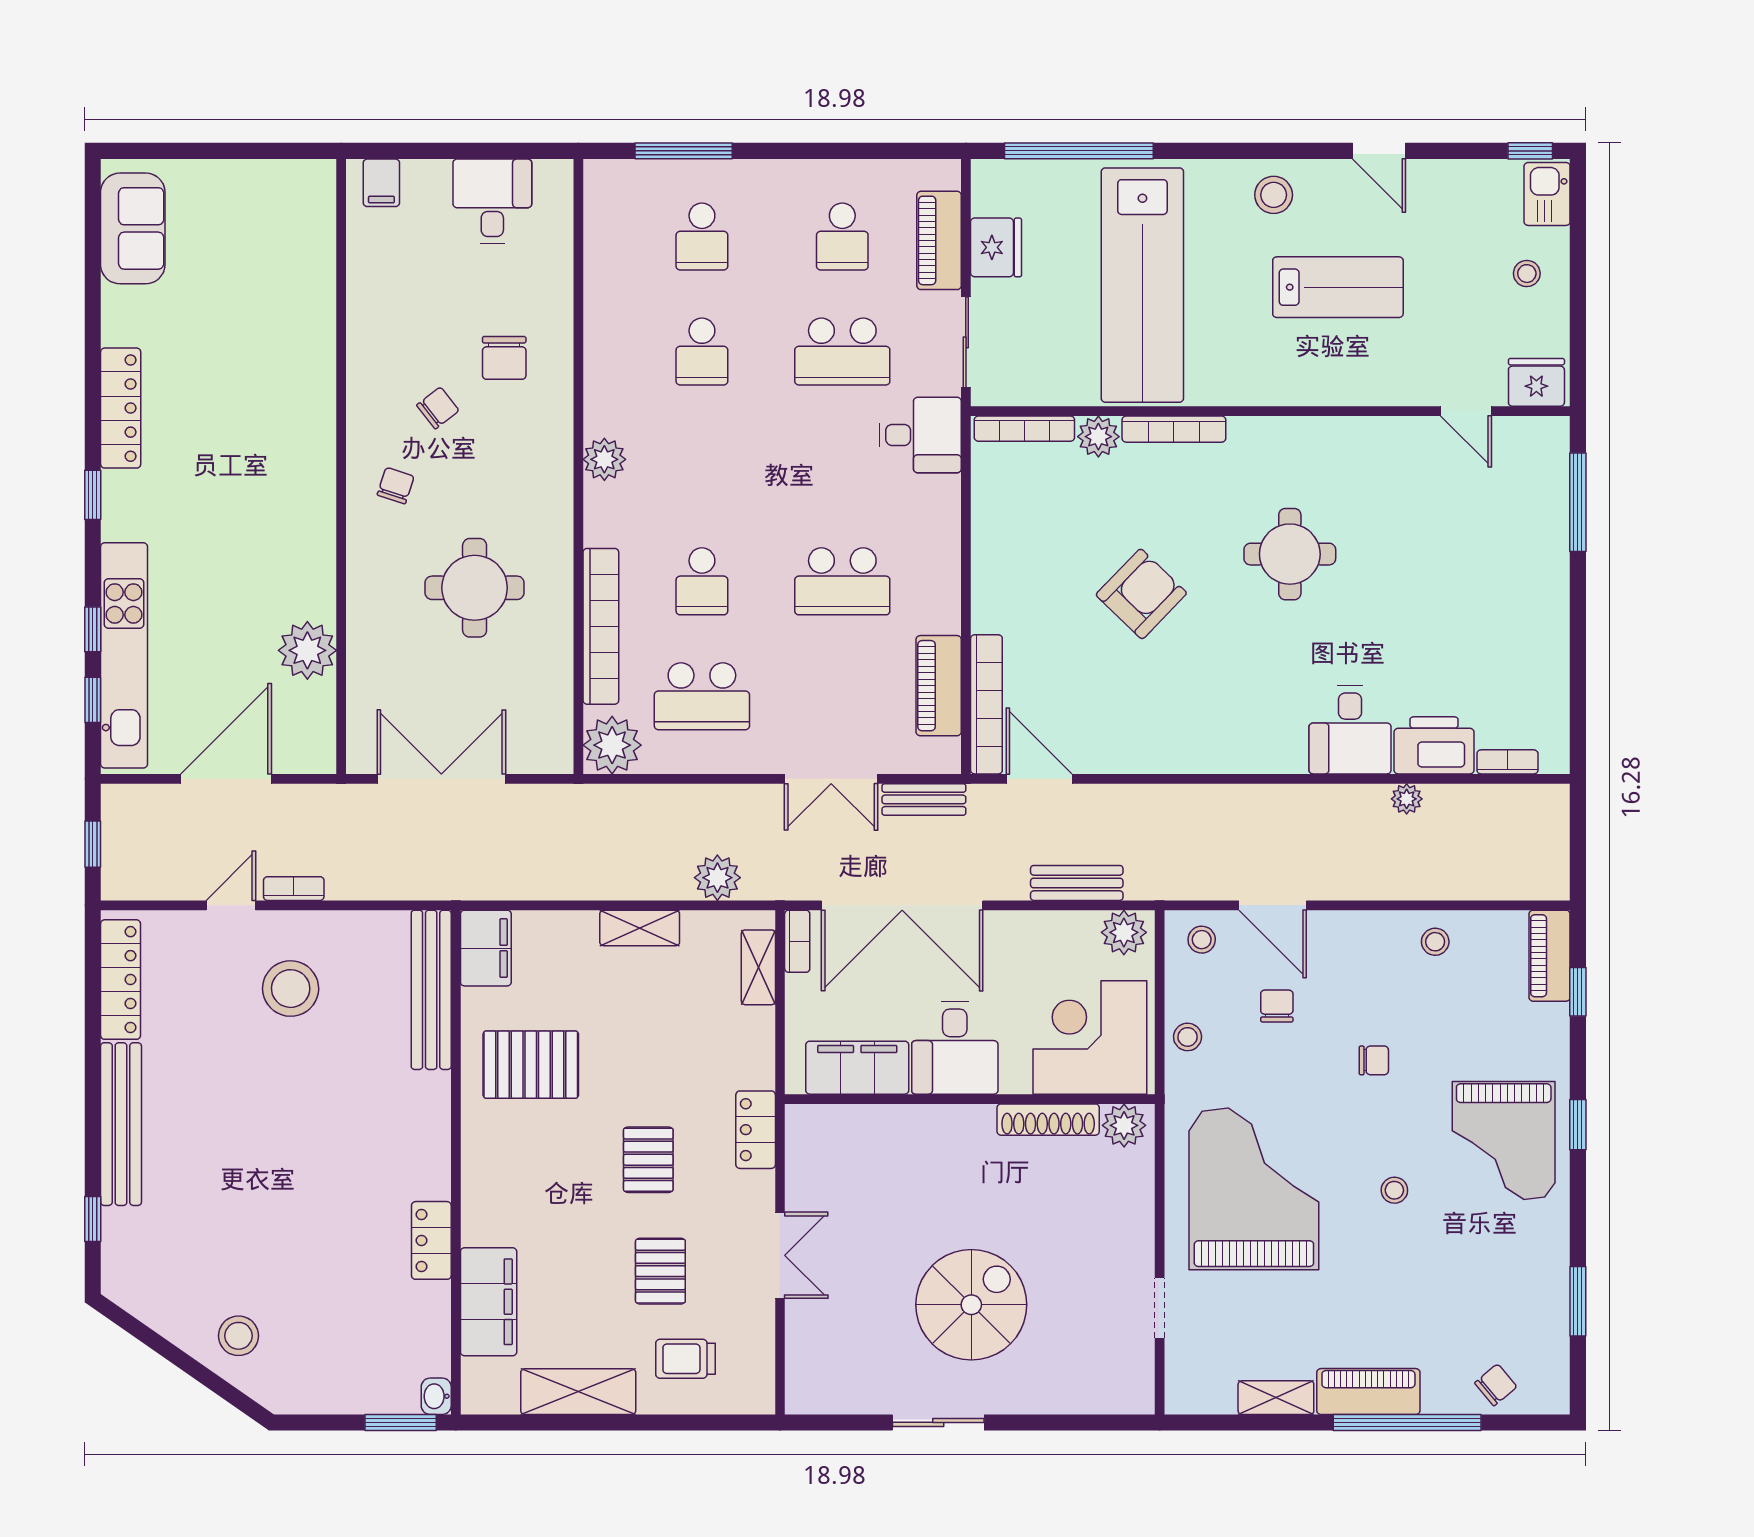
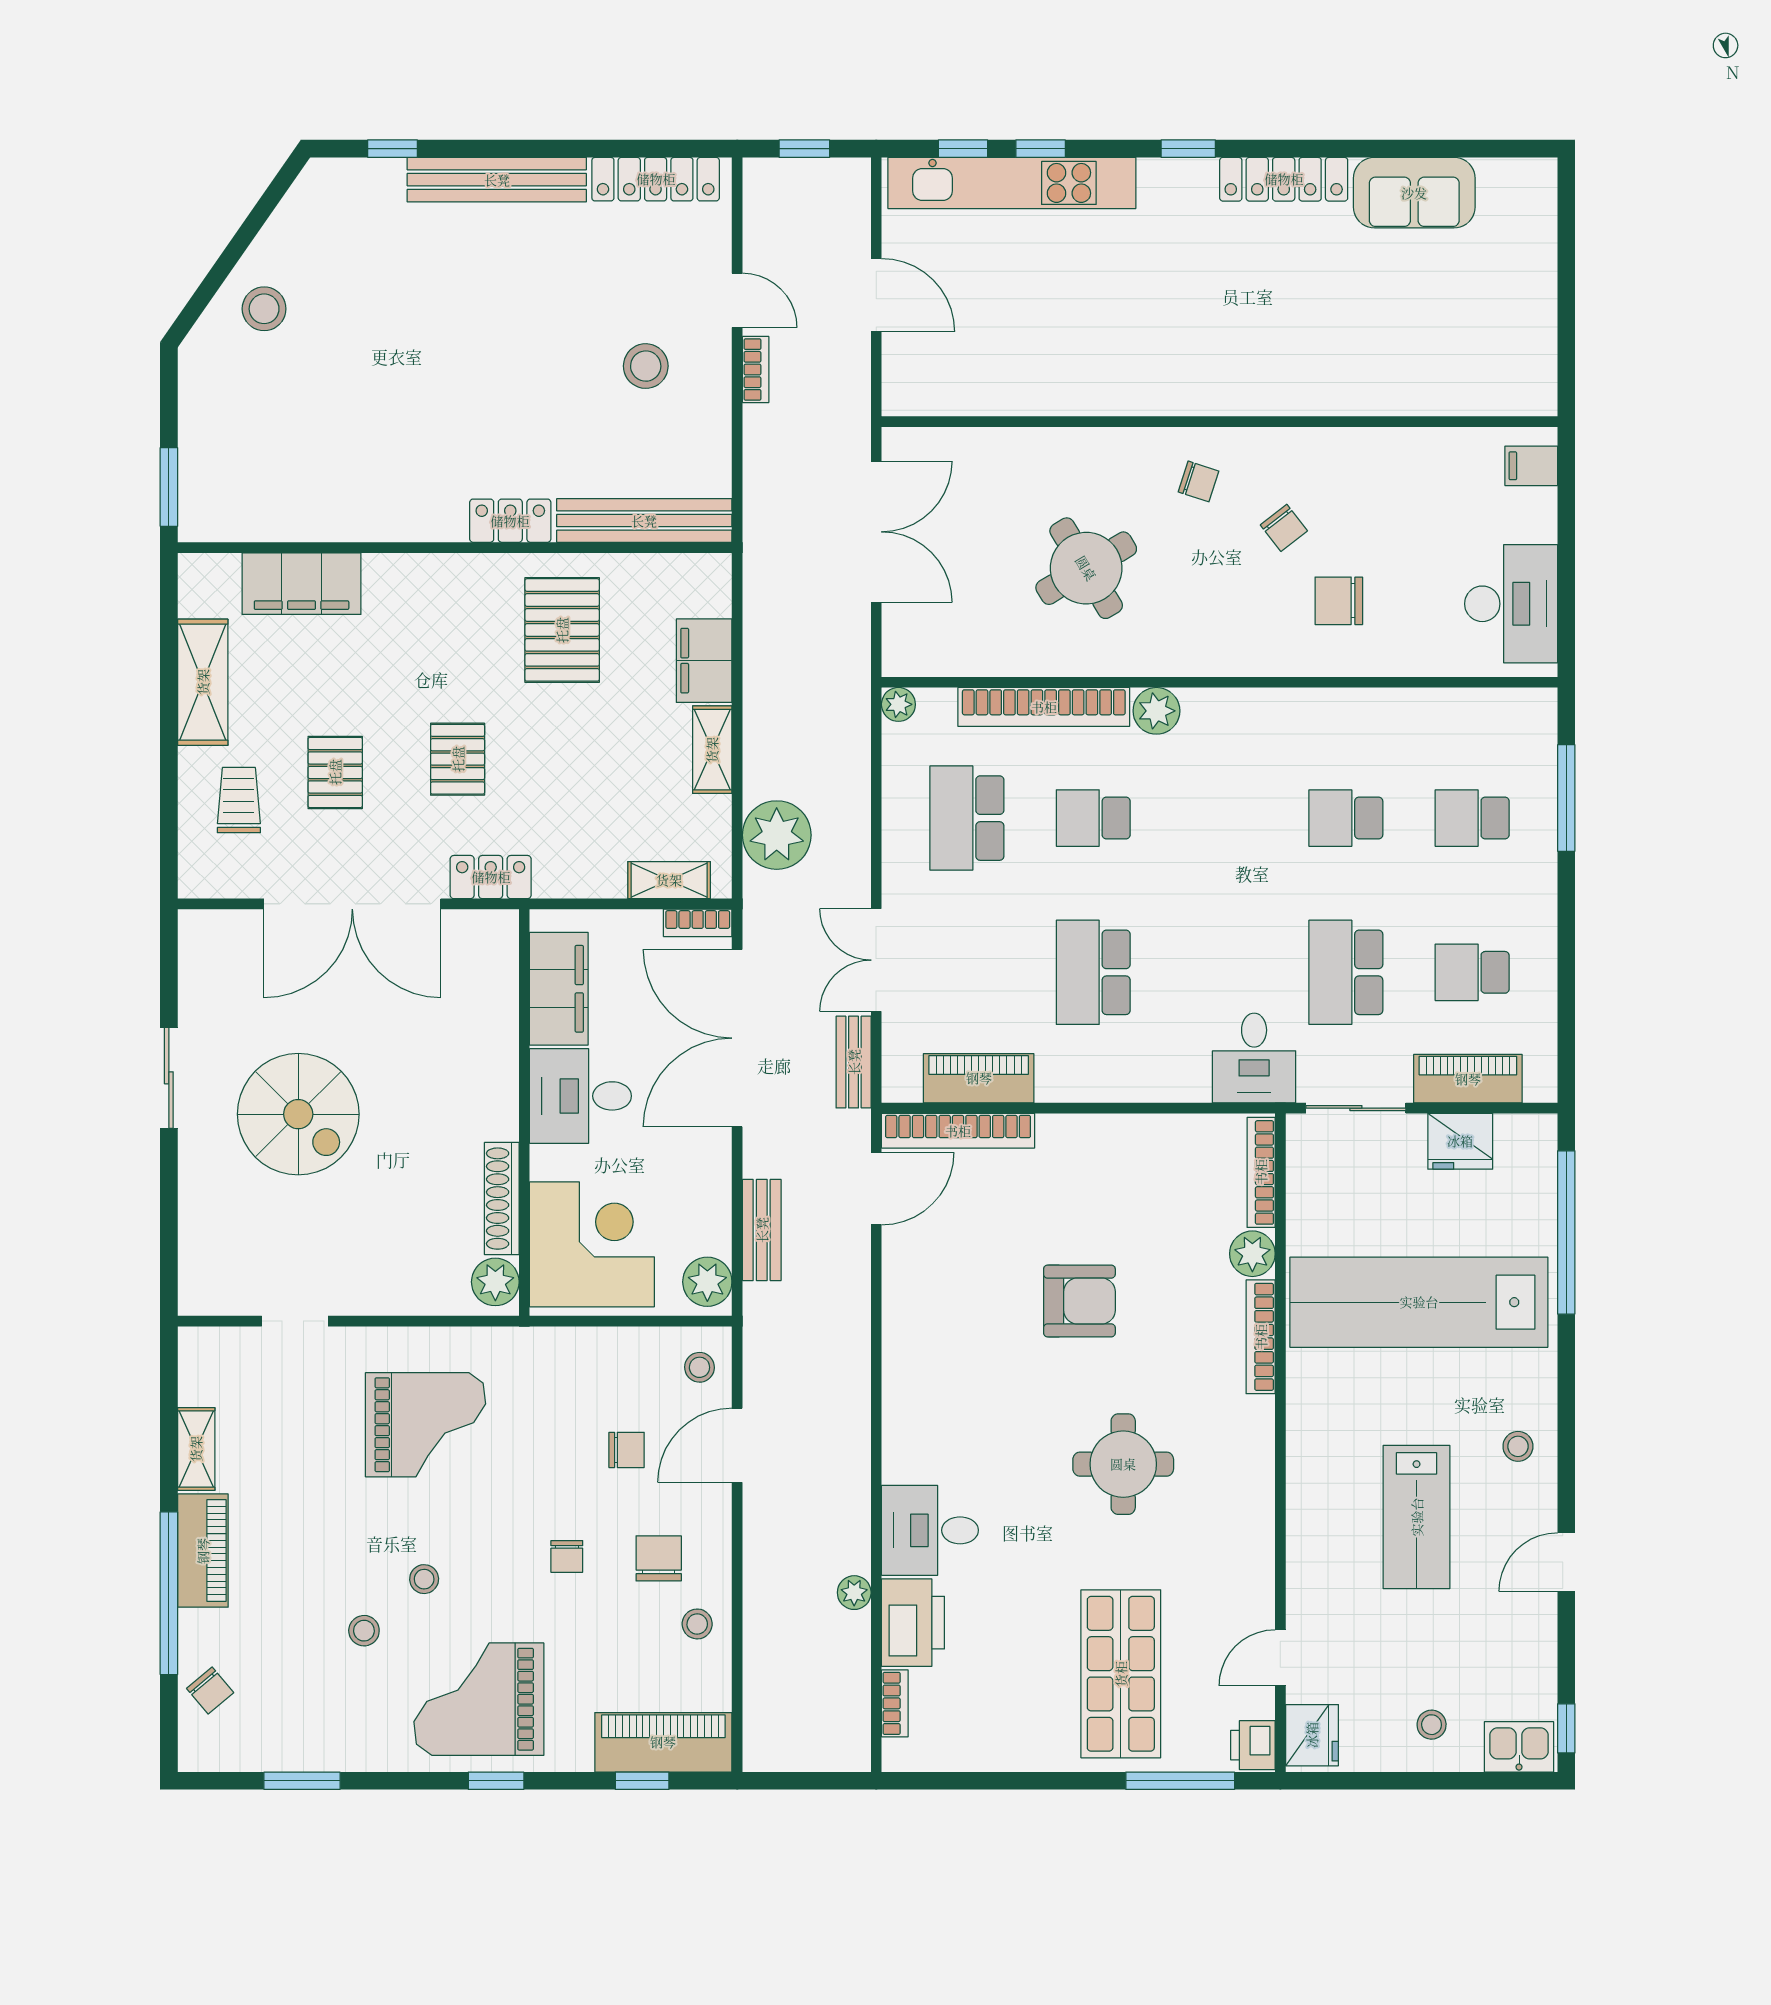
stool: (1274, 195) -> (1518, 1446), width x0.73, depth x0.73
desk: (492, 201) -> (1511, 604), width x1.37
sofa: (133, 228) -> (1414, 193), moved
printer: (1545, 436) -> (1253, 1745), added
plant: (604, 459) -> (1156, 711), moved
shop shelf: (1481, 556) -> (1121, 1674), added
round table: (475, 588) -> (1086, 568), turned -31
armchair: (1141, 594) -> (1079, 1301), turned -44
plant: (307, 650) -> (1017, 384), removed
plant: (612, 745) -> (898, 704), width x0.53, depth x0.53
door: (226, 779) -> (876, 295), width x0.73
plant: (717, 878) -> (777, 835), width x1.36, depth x1.36
filing cabinet: (486, 948) -> (704, 661), moved, turned 90
piano: (1550, 956) -> (663, 1742), width x1.37, depth x1.33
chair: (1376, 977) -> (659, 1558), added
stool: (291, 989) -> (646, 366), width x0.73, depth x0.73
stool: (1188, 1037) -> (364, 1631), moved
pallet: (648, 1160) -> (458, 759), turned 90
grand piano: (1254, 1189) -> (426, 1425), width x0.73, depth x0.68
locker: (431, 1240) -> (510, 521), moved
double door: (780, 1255) -> (352, 904), width x1.87
pallet: (660, 1271) -> (335, 772), turned 90
washbasin: (436, 1396) -> (198, 526), removed

